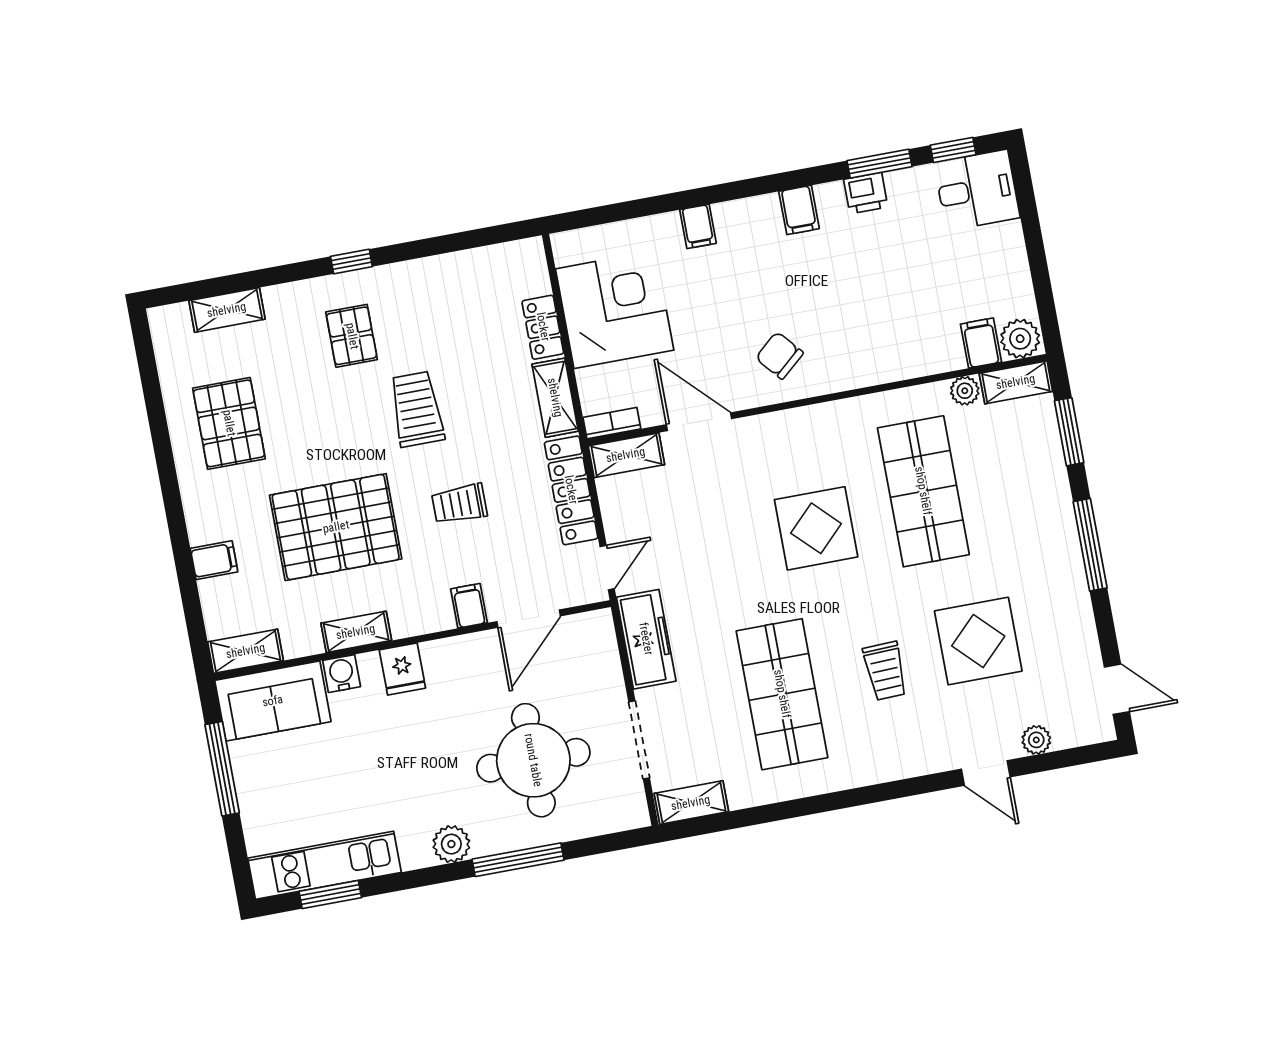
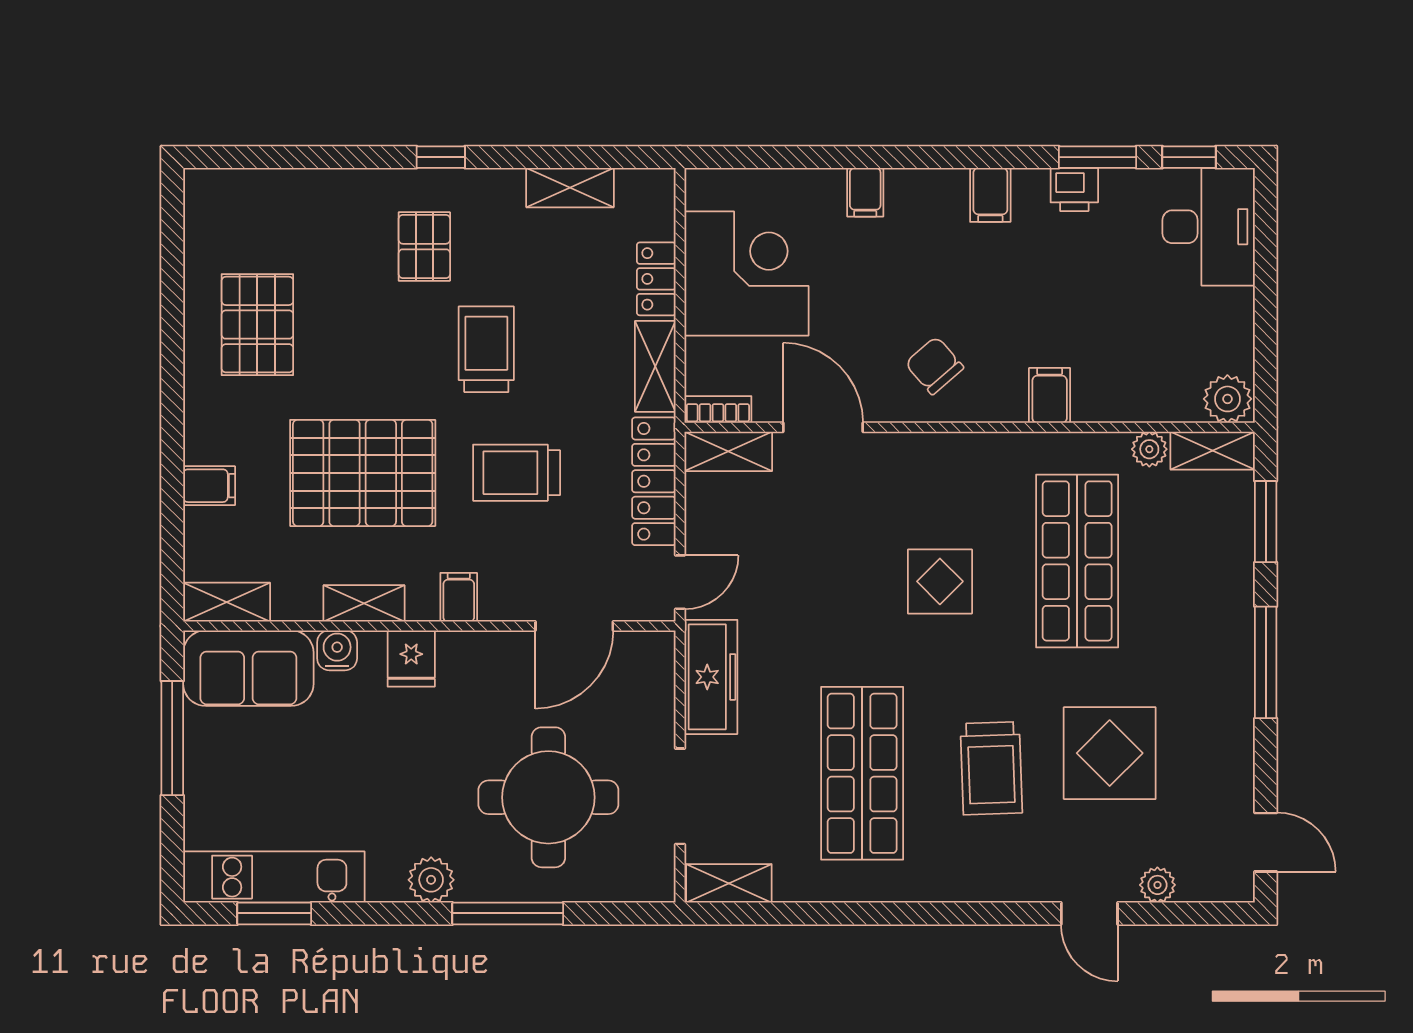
desk: (977, 190) -> (1209, 227), width x1.37
shelving: (227, 310) -> (570, 188), moved
filing cabinet: (981, 343) -> (1050, 395), moved
trolley: (459, 504) -> (517, 473), width x1.36, depth x1.39
display table: (816, 528) -> (940, 581), width x0.73, depth x0.73
filing cabinet: (469, 606) -> (459, 597), moved
trolley: (885, 671) -> (991, 768), width x1.36, depth x1.39

